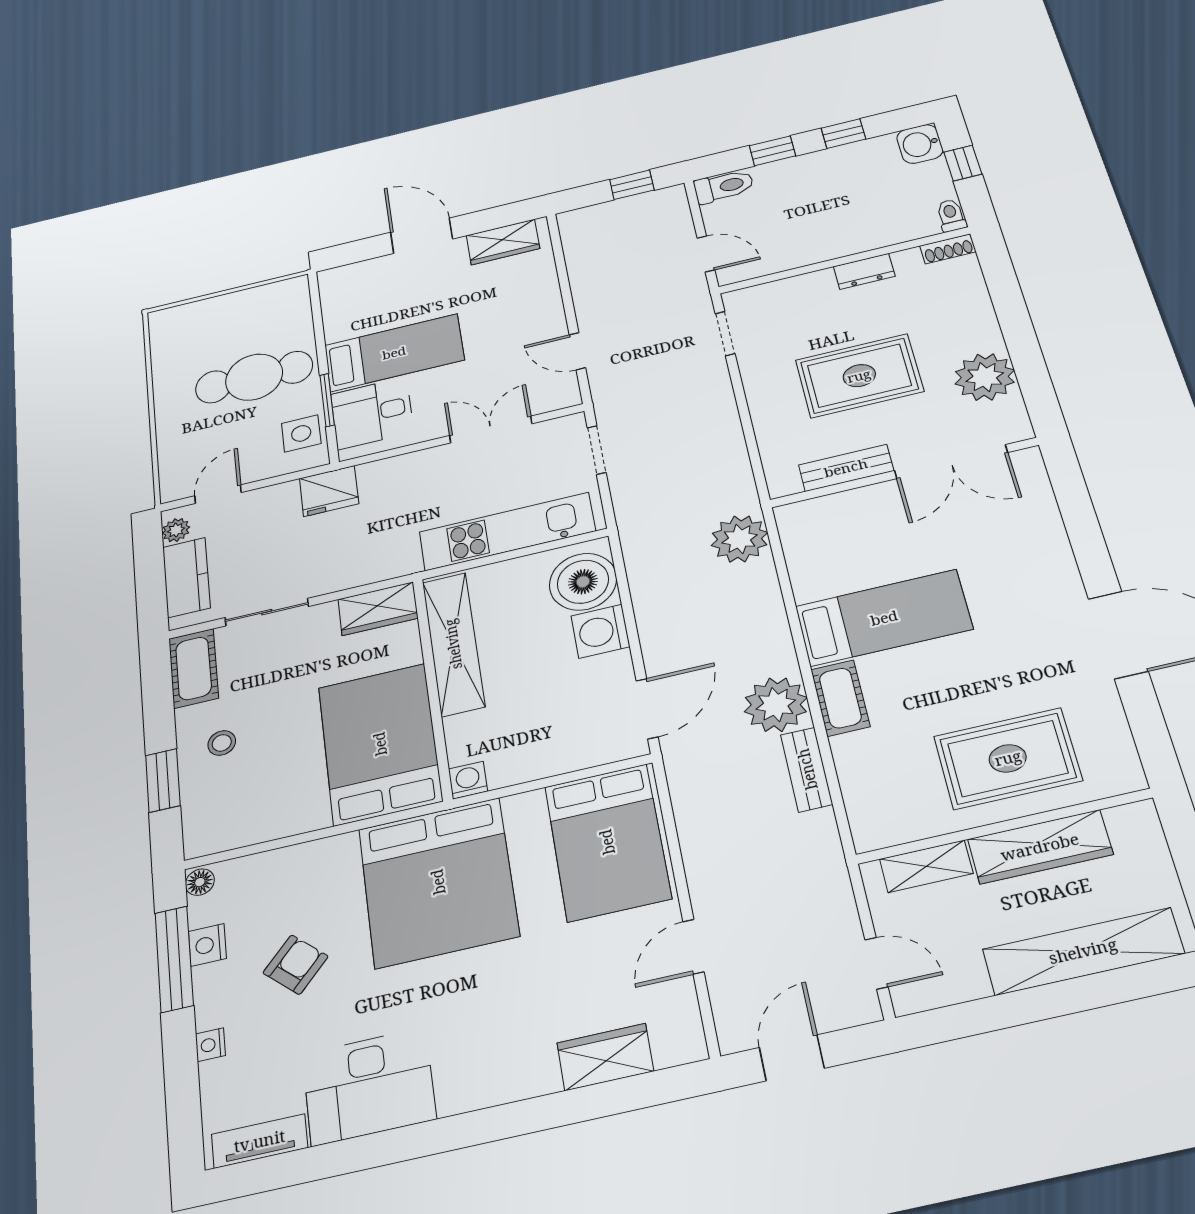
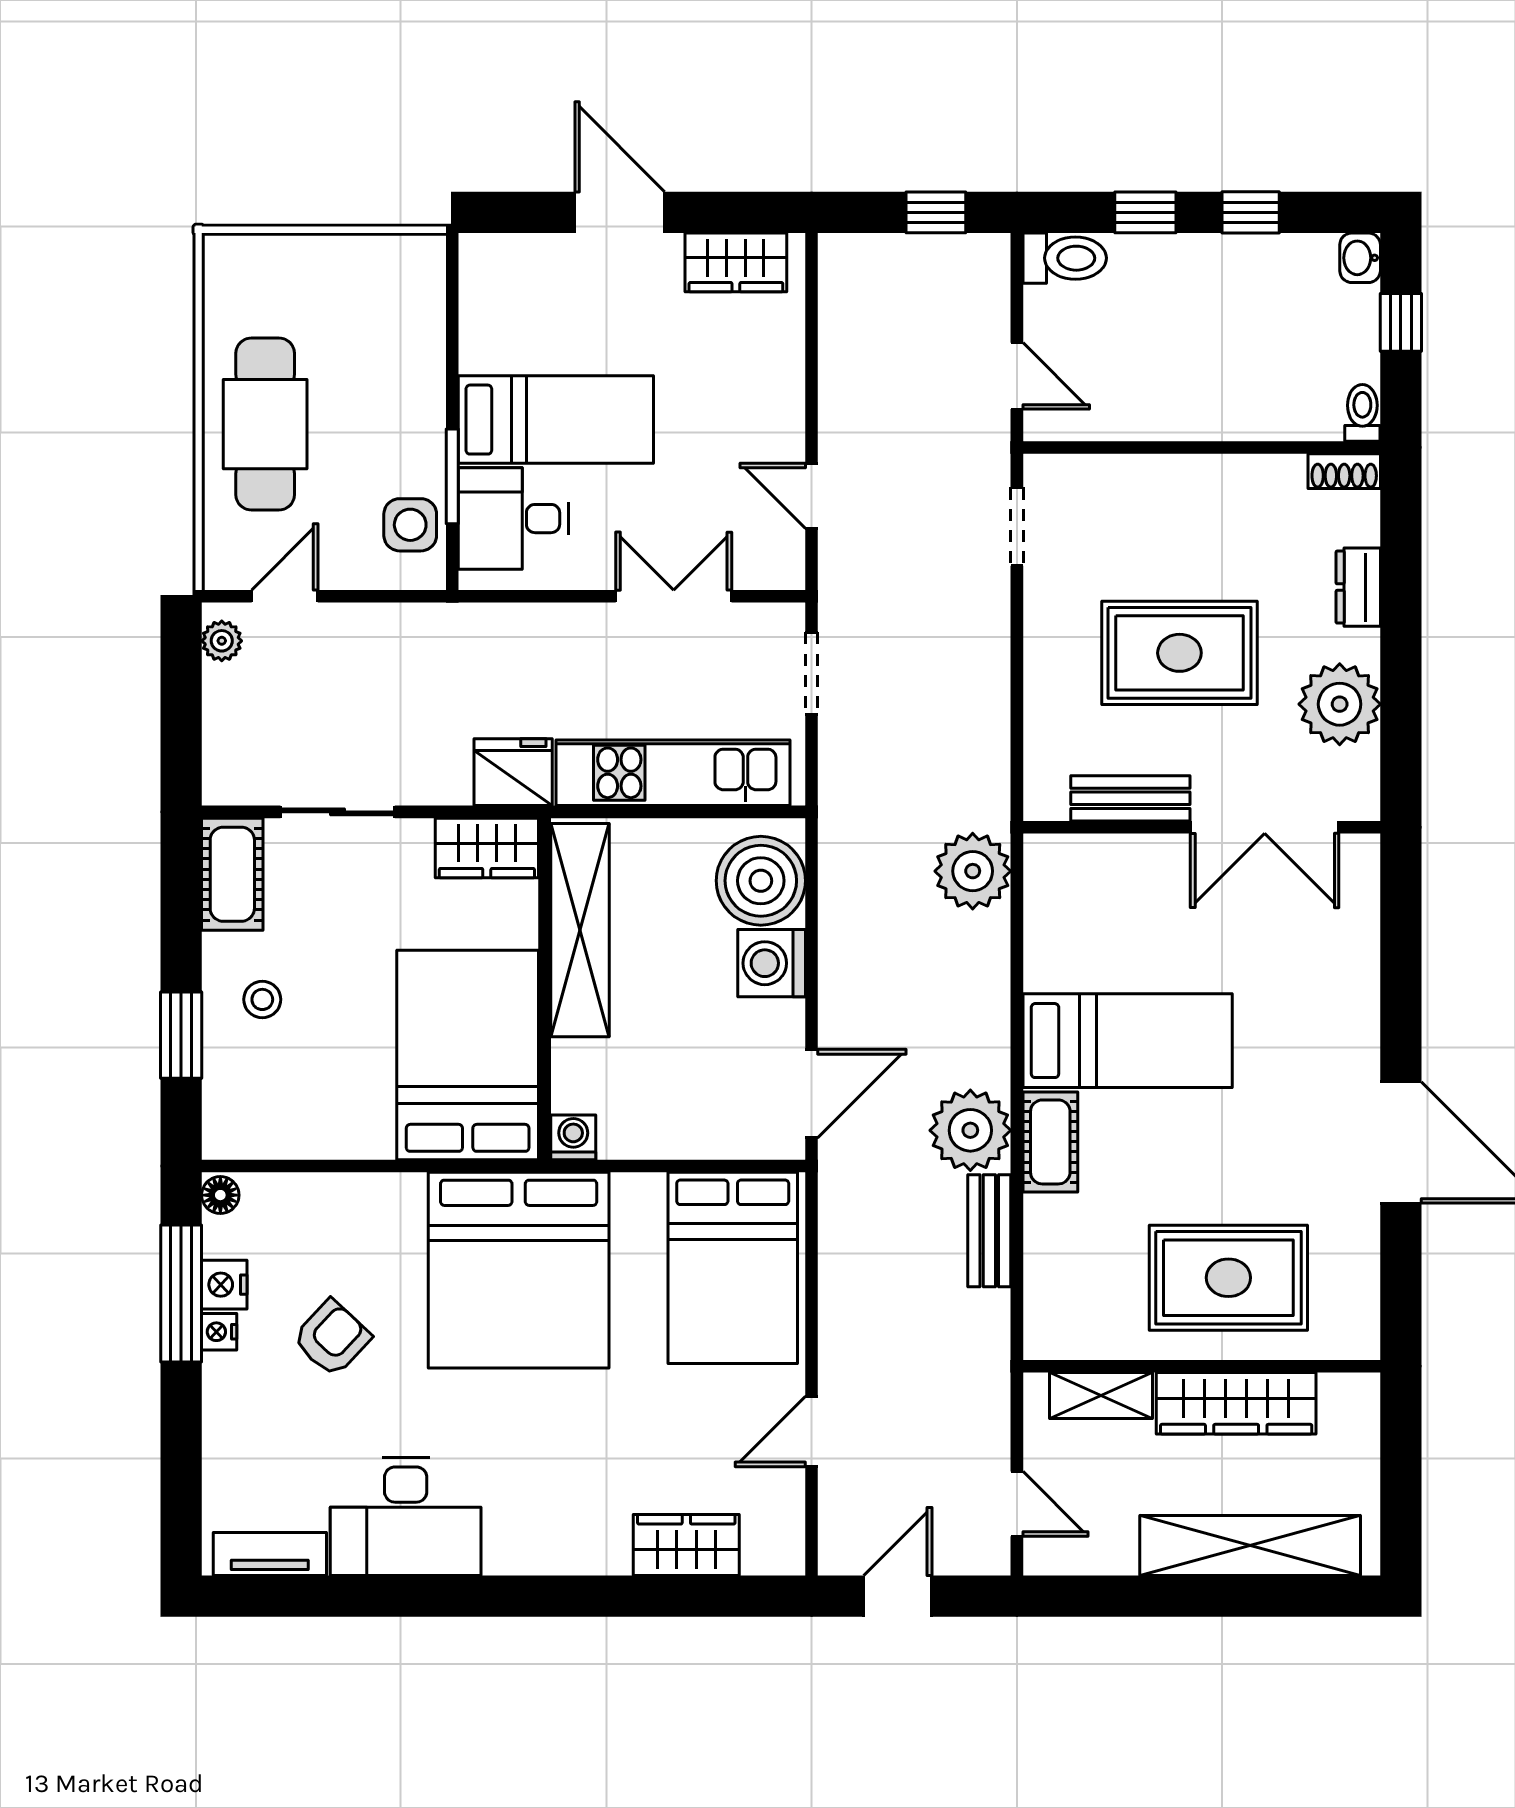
washbasin: (920, 144) -> (1360, 258), width x0.72, depth x0.69
dresser: (864, 271) -> (1358, 587), moved, turned 90
cafe table: (254, 377) -> (265, 424), moved, turned 90
fridge: (329, 491) -> (513, 772), moved, turned 180
kitchen counter: (186, 577) -> (232, 724), removed
nightstand: (210, 1045) -> (219, 1332), moved

